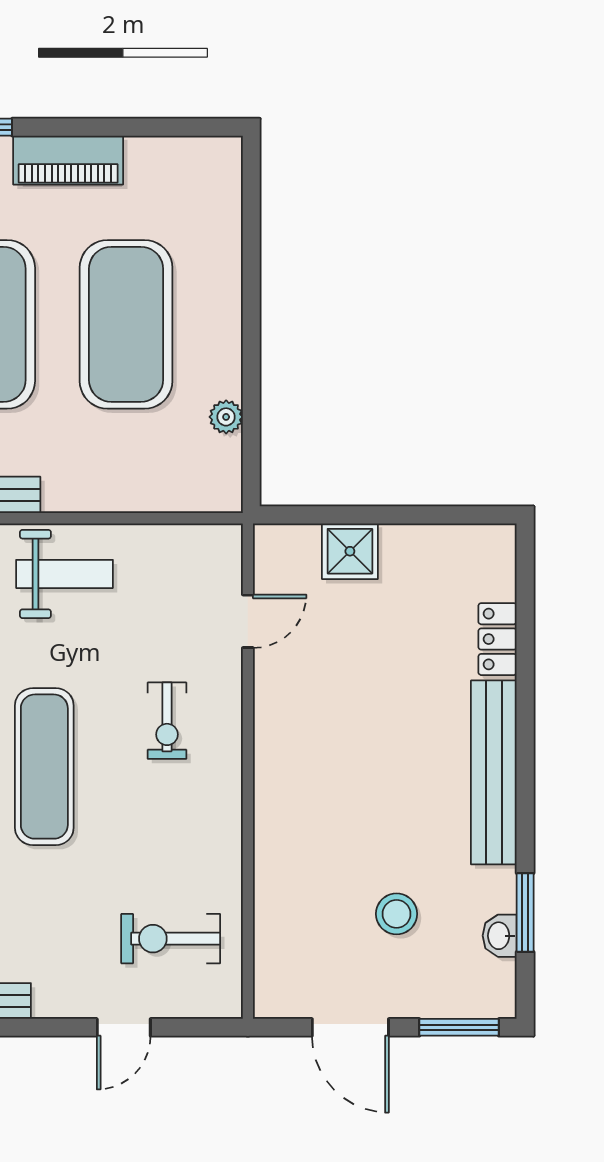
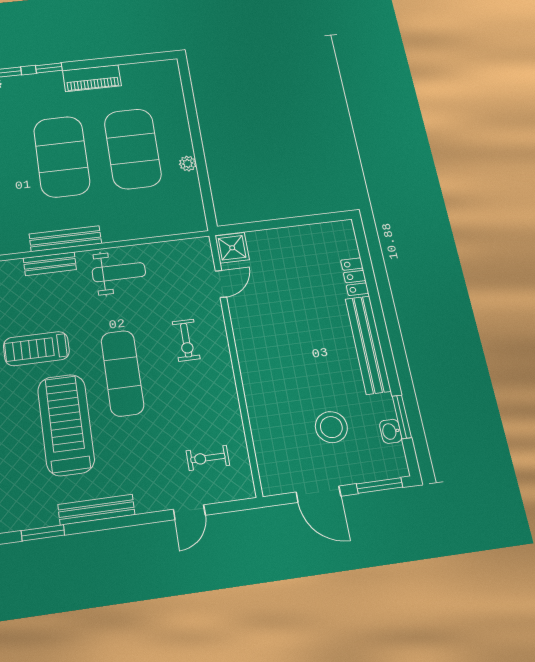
plant: (226, 417) -> (188, 164), moved
shower: (350, 551) -> (232, 248), moved
stool: (396, 914) -> (331, 427), width x1.38, depth x1.38
exercise bike: (171, 939) -> (208, 458), width x0.73, depth x0.72

